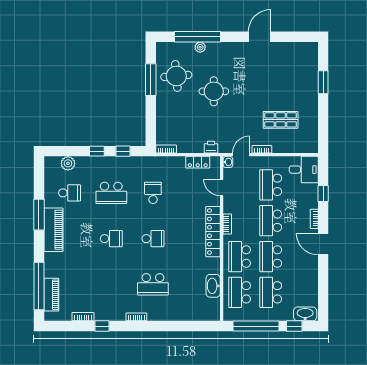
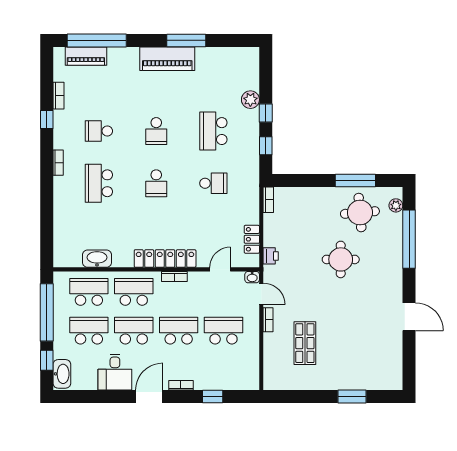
plant: (200, 47) -> (396, 205), moved
plant: (68, 163) -> (250, 100), moved
desk: (304, 170) -> (115, 372), moved
school desk: (70, 193) -> (99, 131), moved, turned 90

